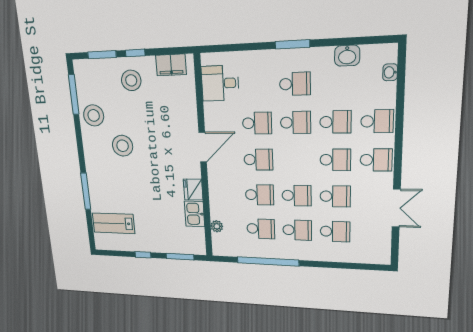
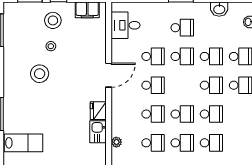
stool: (94, 115) -> (51, 46), moved, width x0.53, depth x0.53
lab bench: (114, 223) -> (24, 143), turned 180

